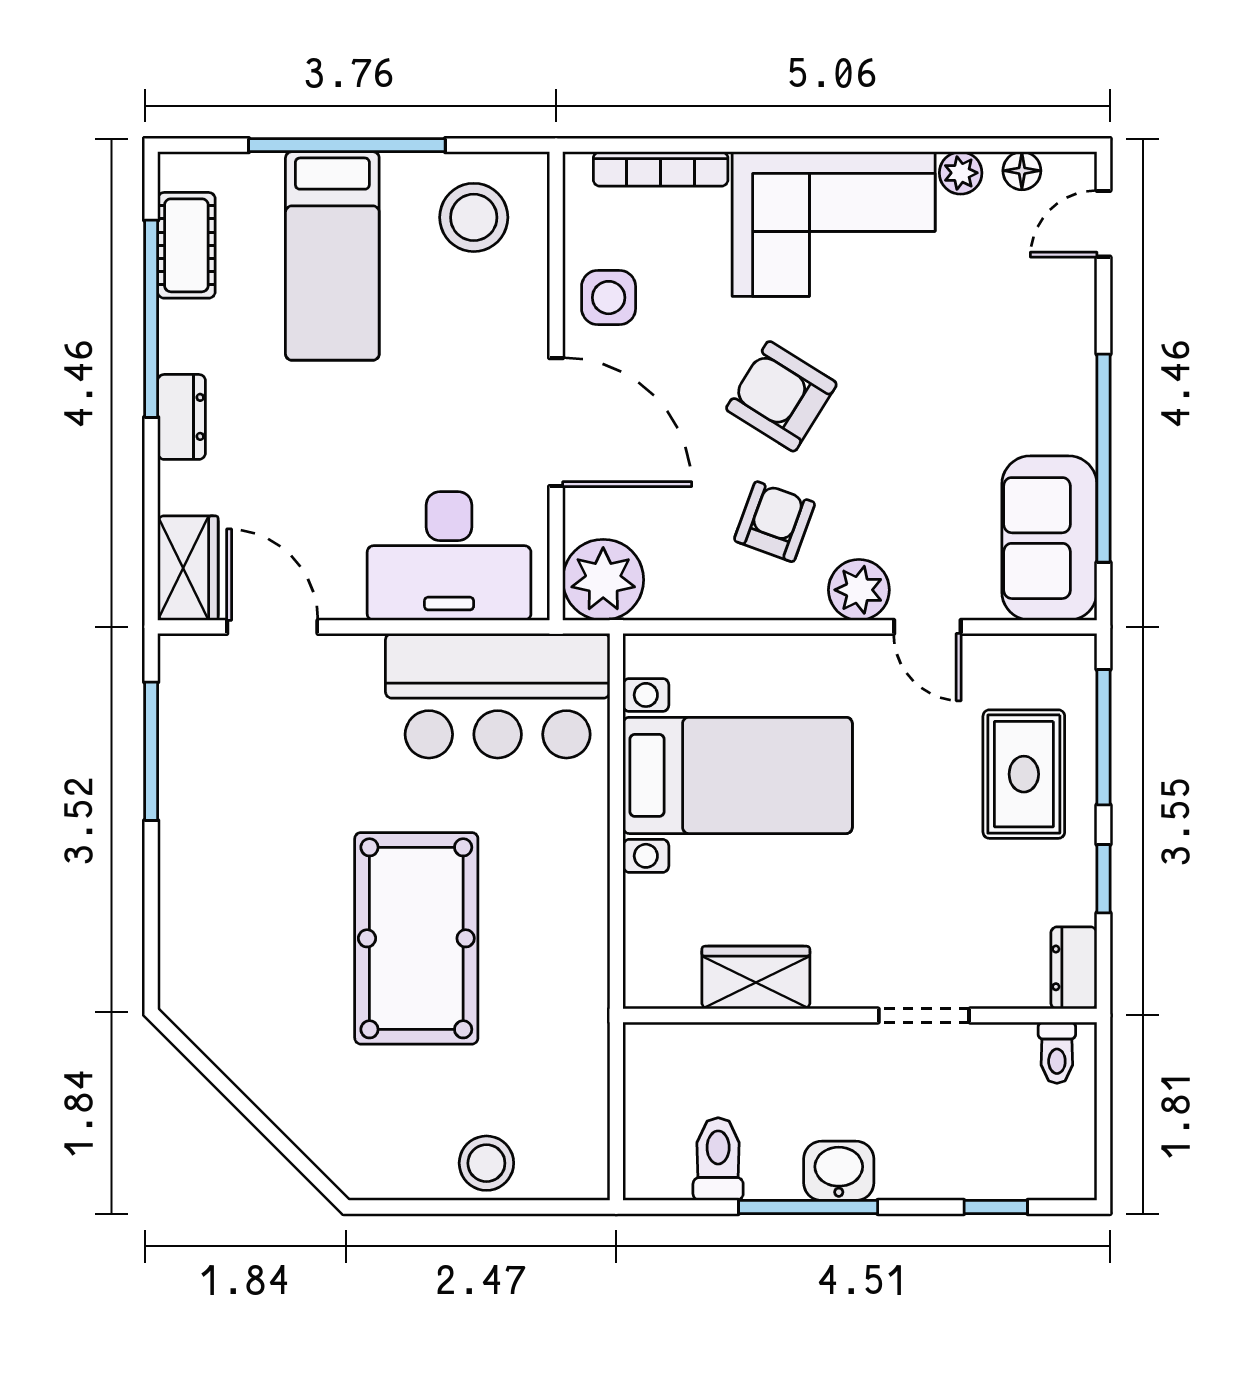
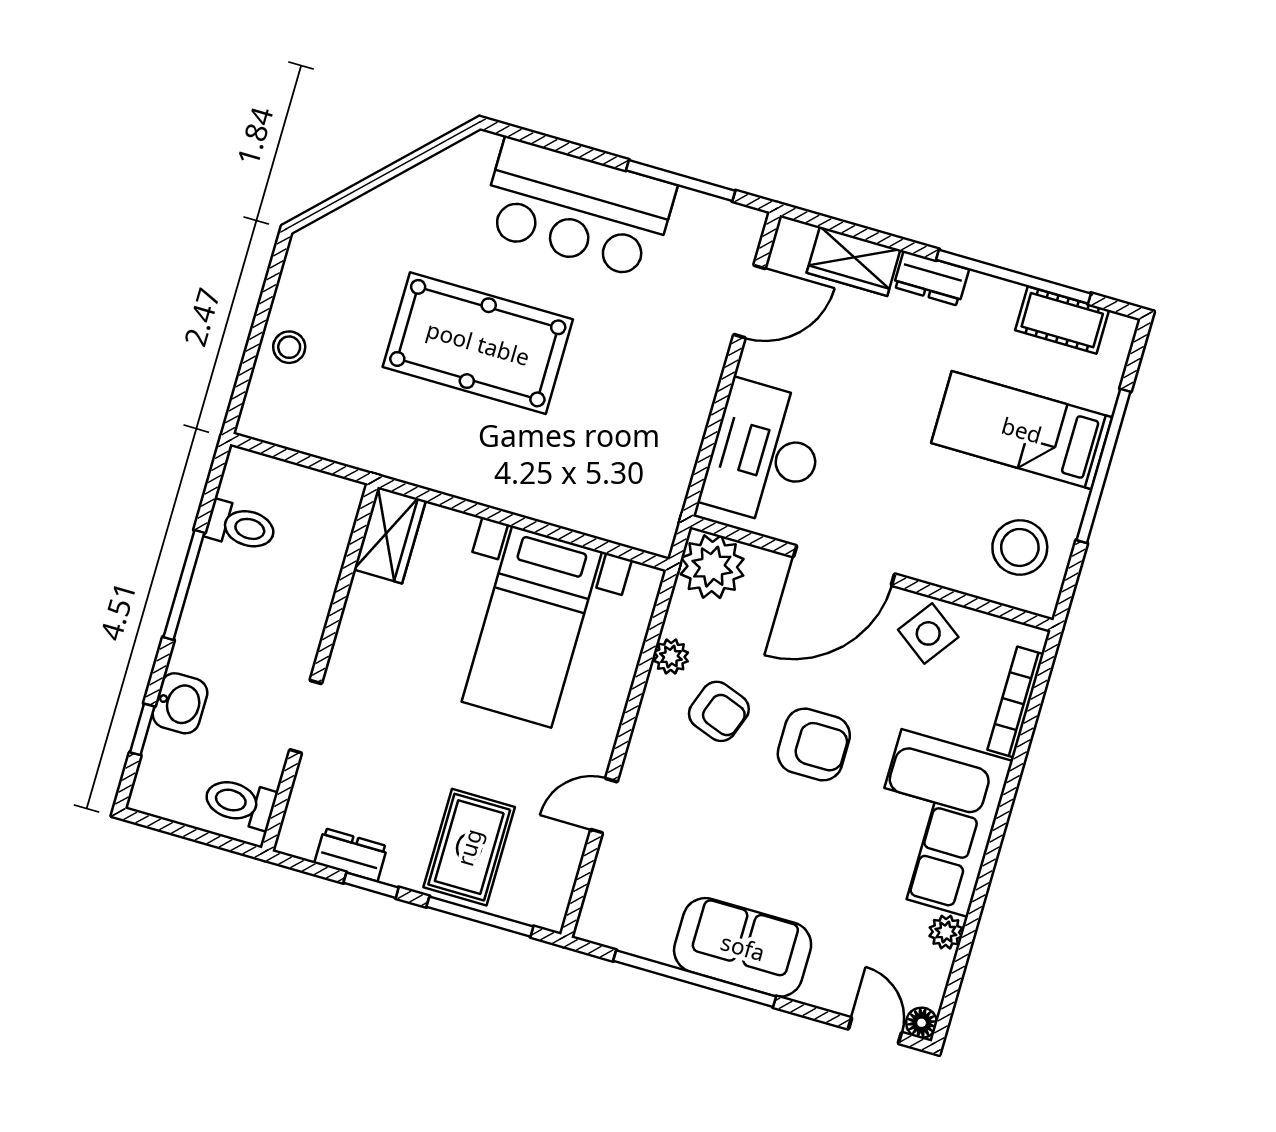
floor lamp: (1022, 171) -> (922, 1023), moved
side table: (609, 298) -> (928, 633), turned 36
armchair: (781, 396) -> (814, 744), turned 58
sofa: (1049, 538) -> (743, 947), moved
wardrobe: (188, 568) -> (854, 261), moved
plant: (859, 590) -> (671, 657), moved, width x0.73, depth x0.73
bar counter: (498, 696) -> (578, 208), moved, turned -90
rug: (1024, 774) -> (469, 847), turned 90
dresser: (1074, 968) -> (351, 855), moved
wardrobe: (756, 978) -> (390, 535), moved
toilet: (1057, 1053) -> (240, 803), width x1.37, depth x1.39
stool: (486, 1163) -> (289, 347), width x0.73, depth x0.73
washbasin: (839, 1171) -> (180, 703), moved

